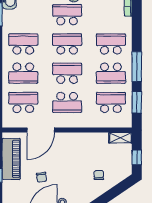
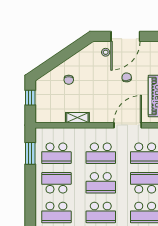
window: (137, 67) -> (30, 190), removed
school desk: (67, 102) -> (101, 153), turned 180
shelving: (120, 138) -> (77, 118), moved

